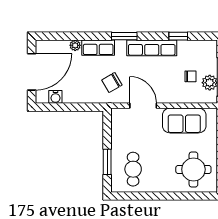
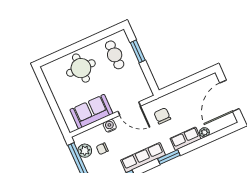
chair: (112, 82) -> (162, 116), turned -60
water cooler: (55, 97) -> (110, 126), moved
round table: (193, 169) -> (81, 68), moved

